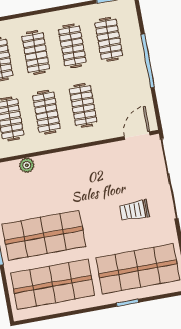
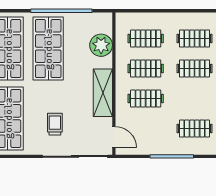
clothes rail: (72, 46) -> (195, 99), removed
shelving: (86, 159) -> (103, 93), added
plant: (27, 165) -> (101, 45), width x1.88, depth x1.88

